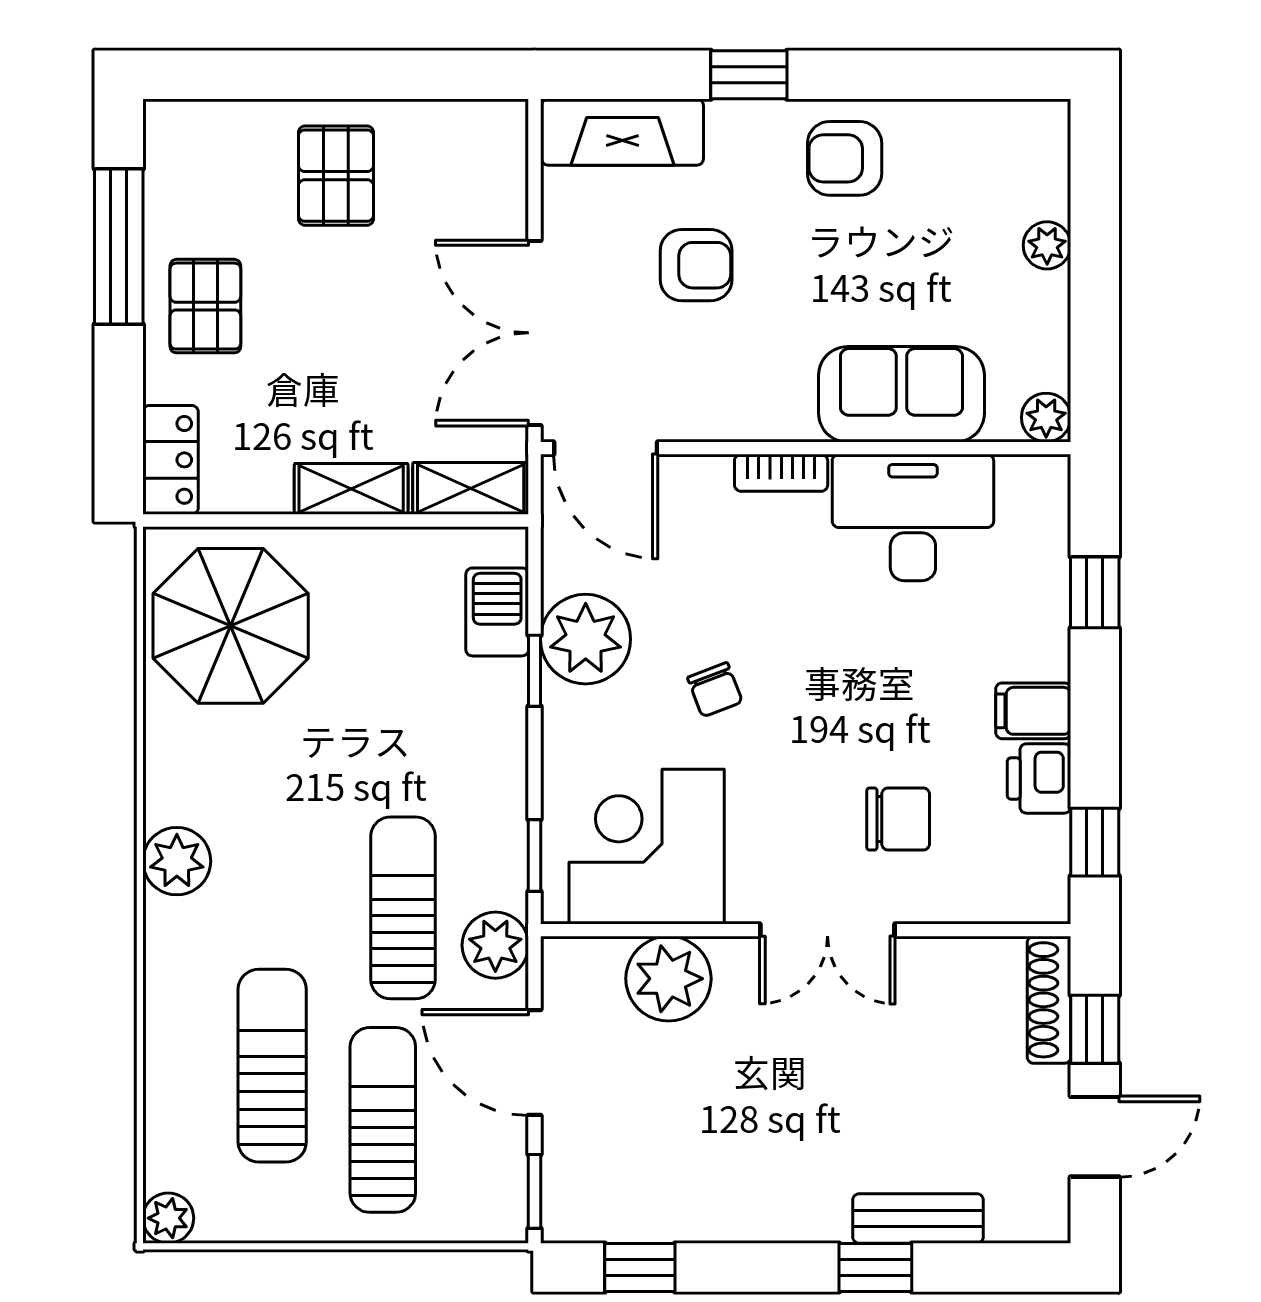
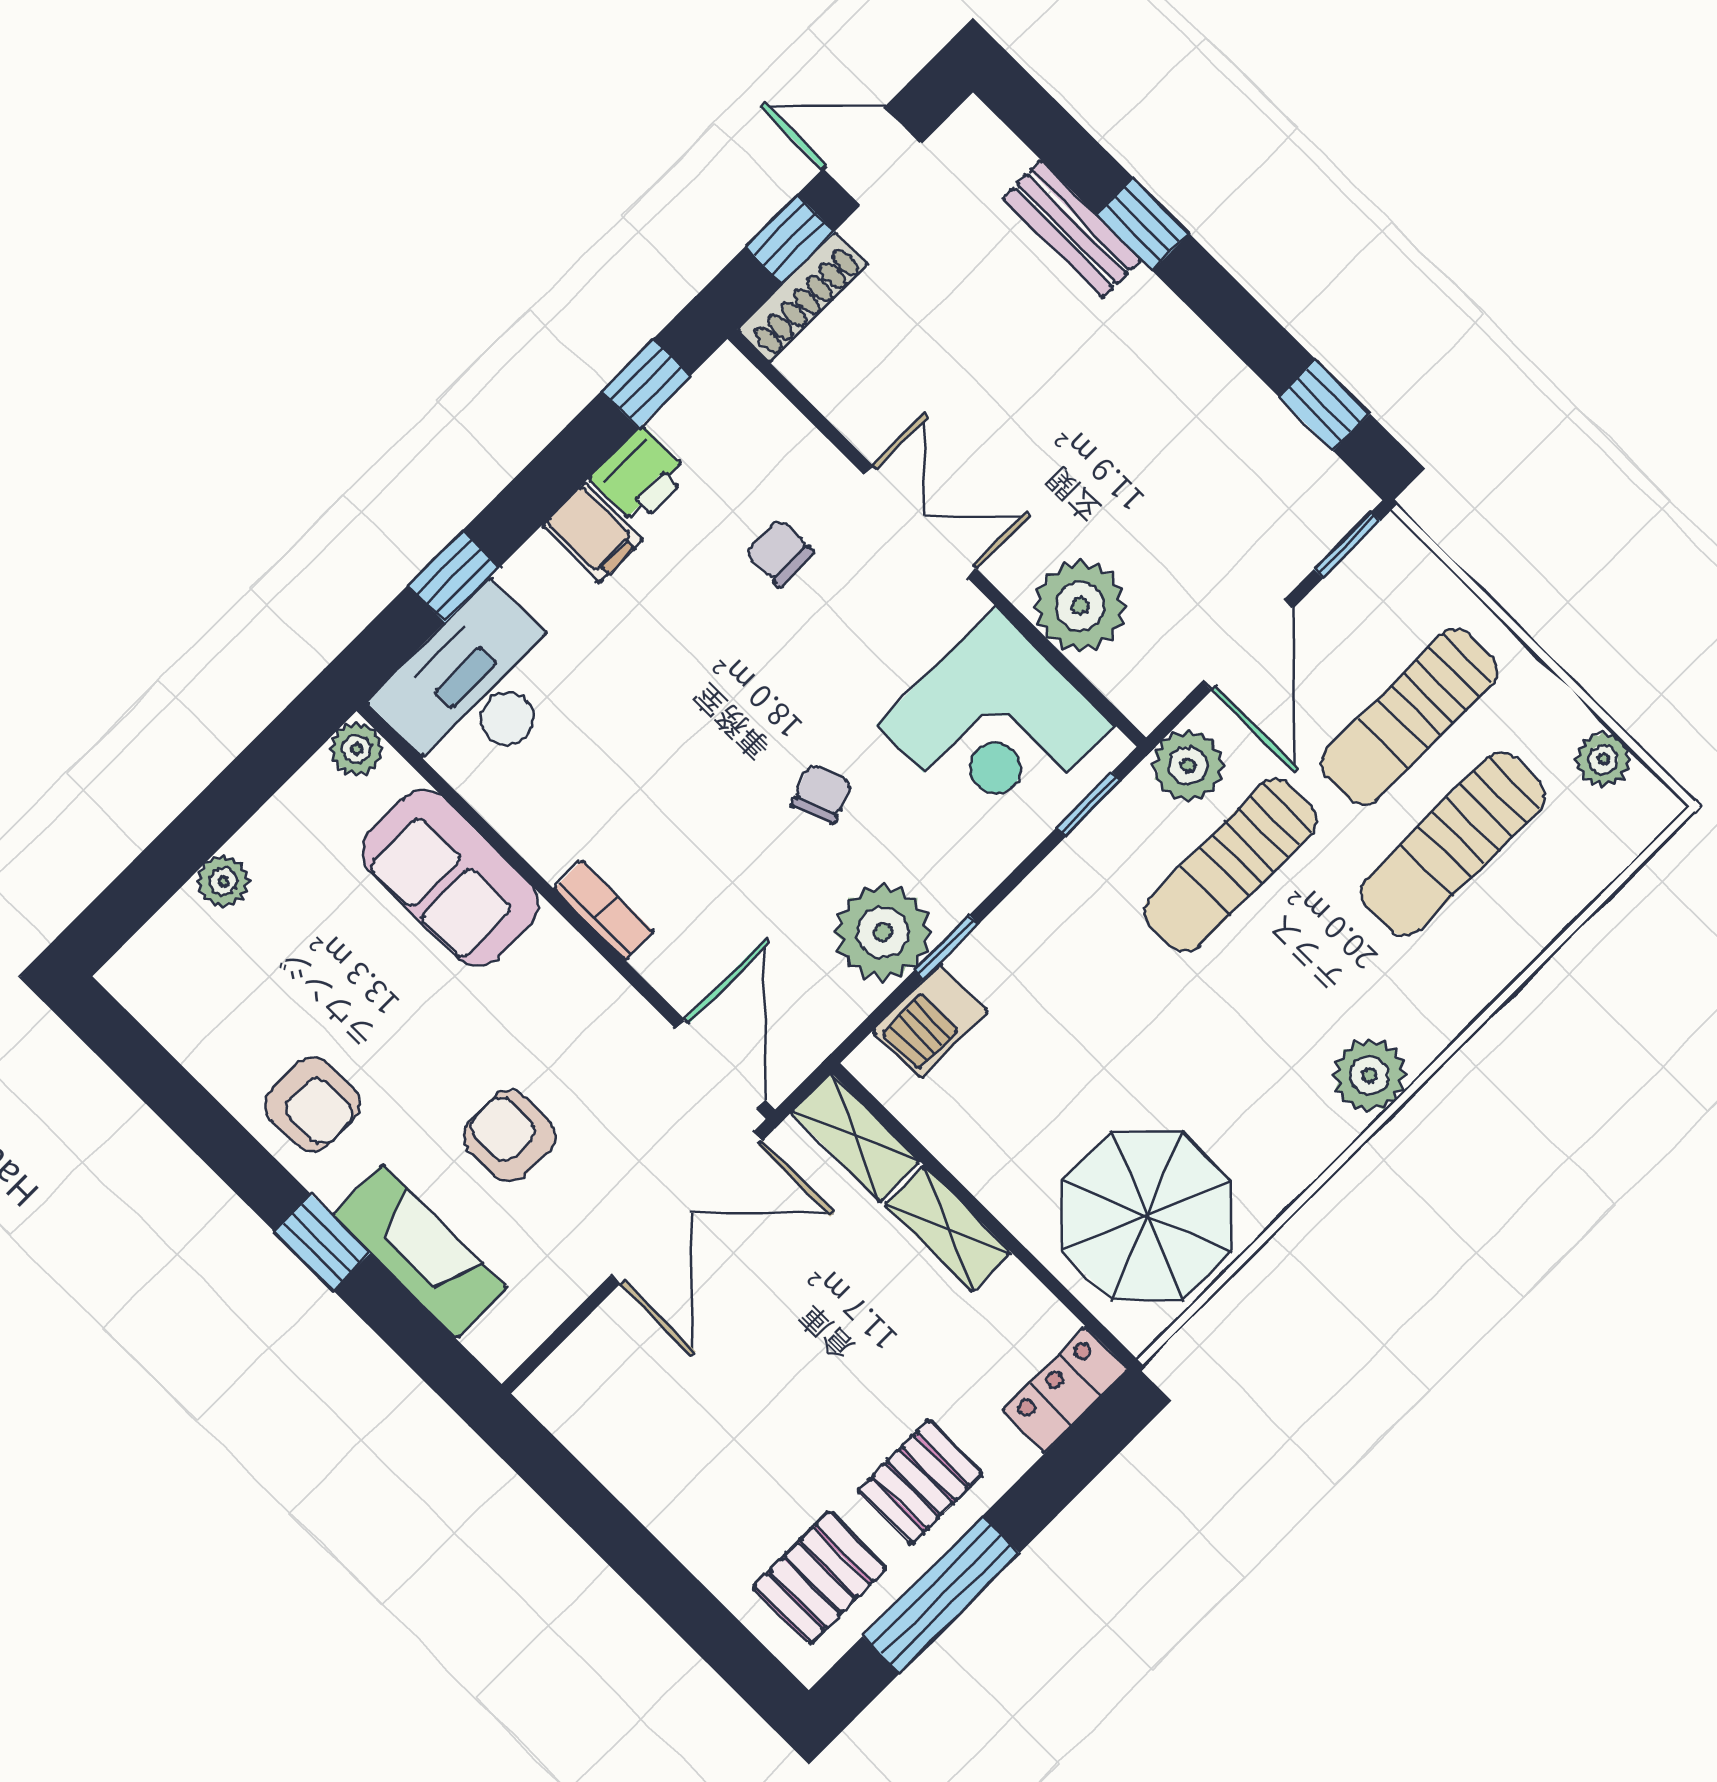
fireplace: (622, 132) -> (420, 1251), moved
pallet: (336, 176) -> (820, 1578), moved
desk: (913, 518) -> (477, 688), moved, turned 90
chair: (898, 819) -> (780, 553), width x0.73, depth x0.73
plant: (168, 1218) -> (1603, 759), moved

